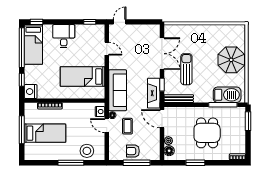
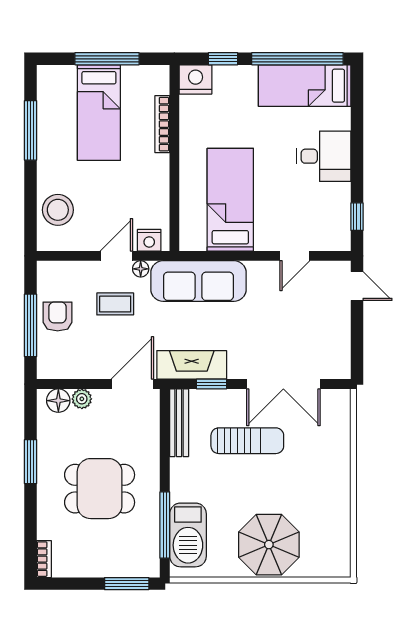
window: (36, 22) -> (357, 93), removed
window: (71, 163) -> (30, 130), moved

